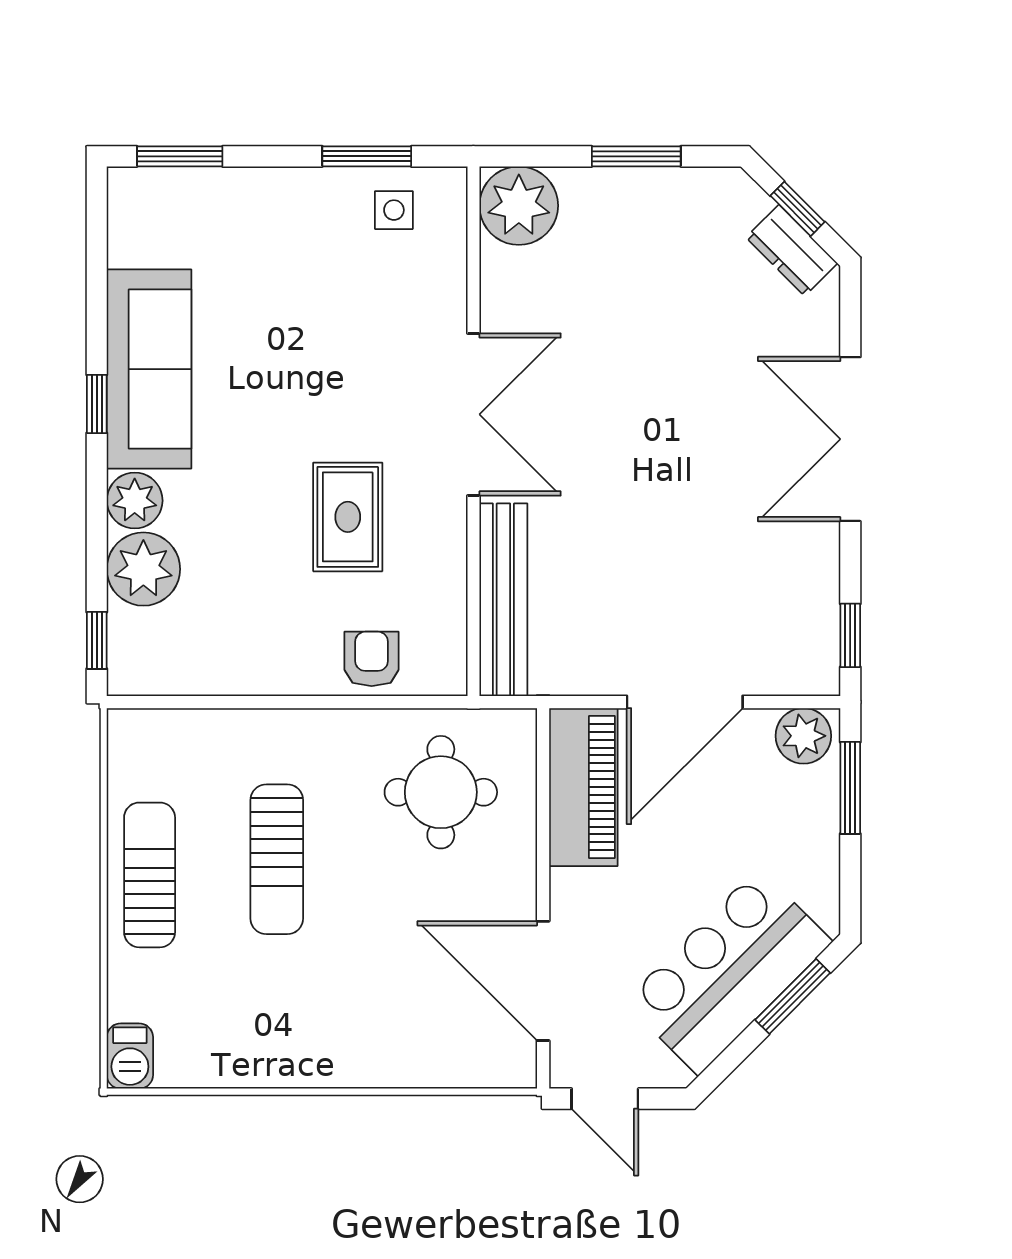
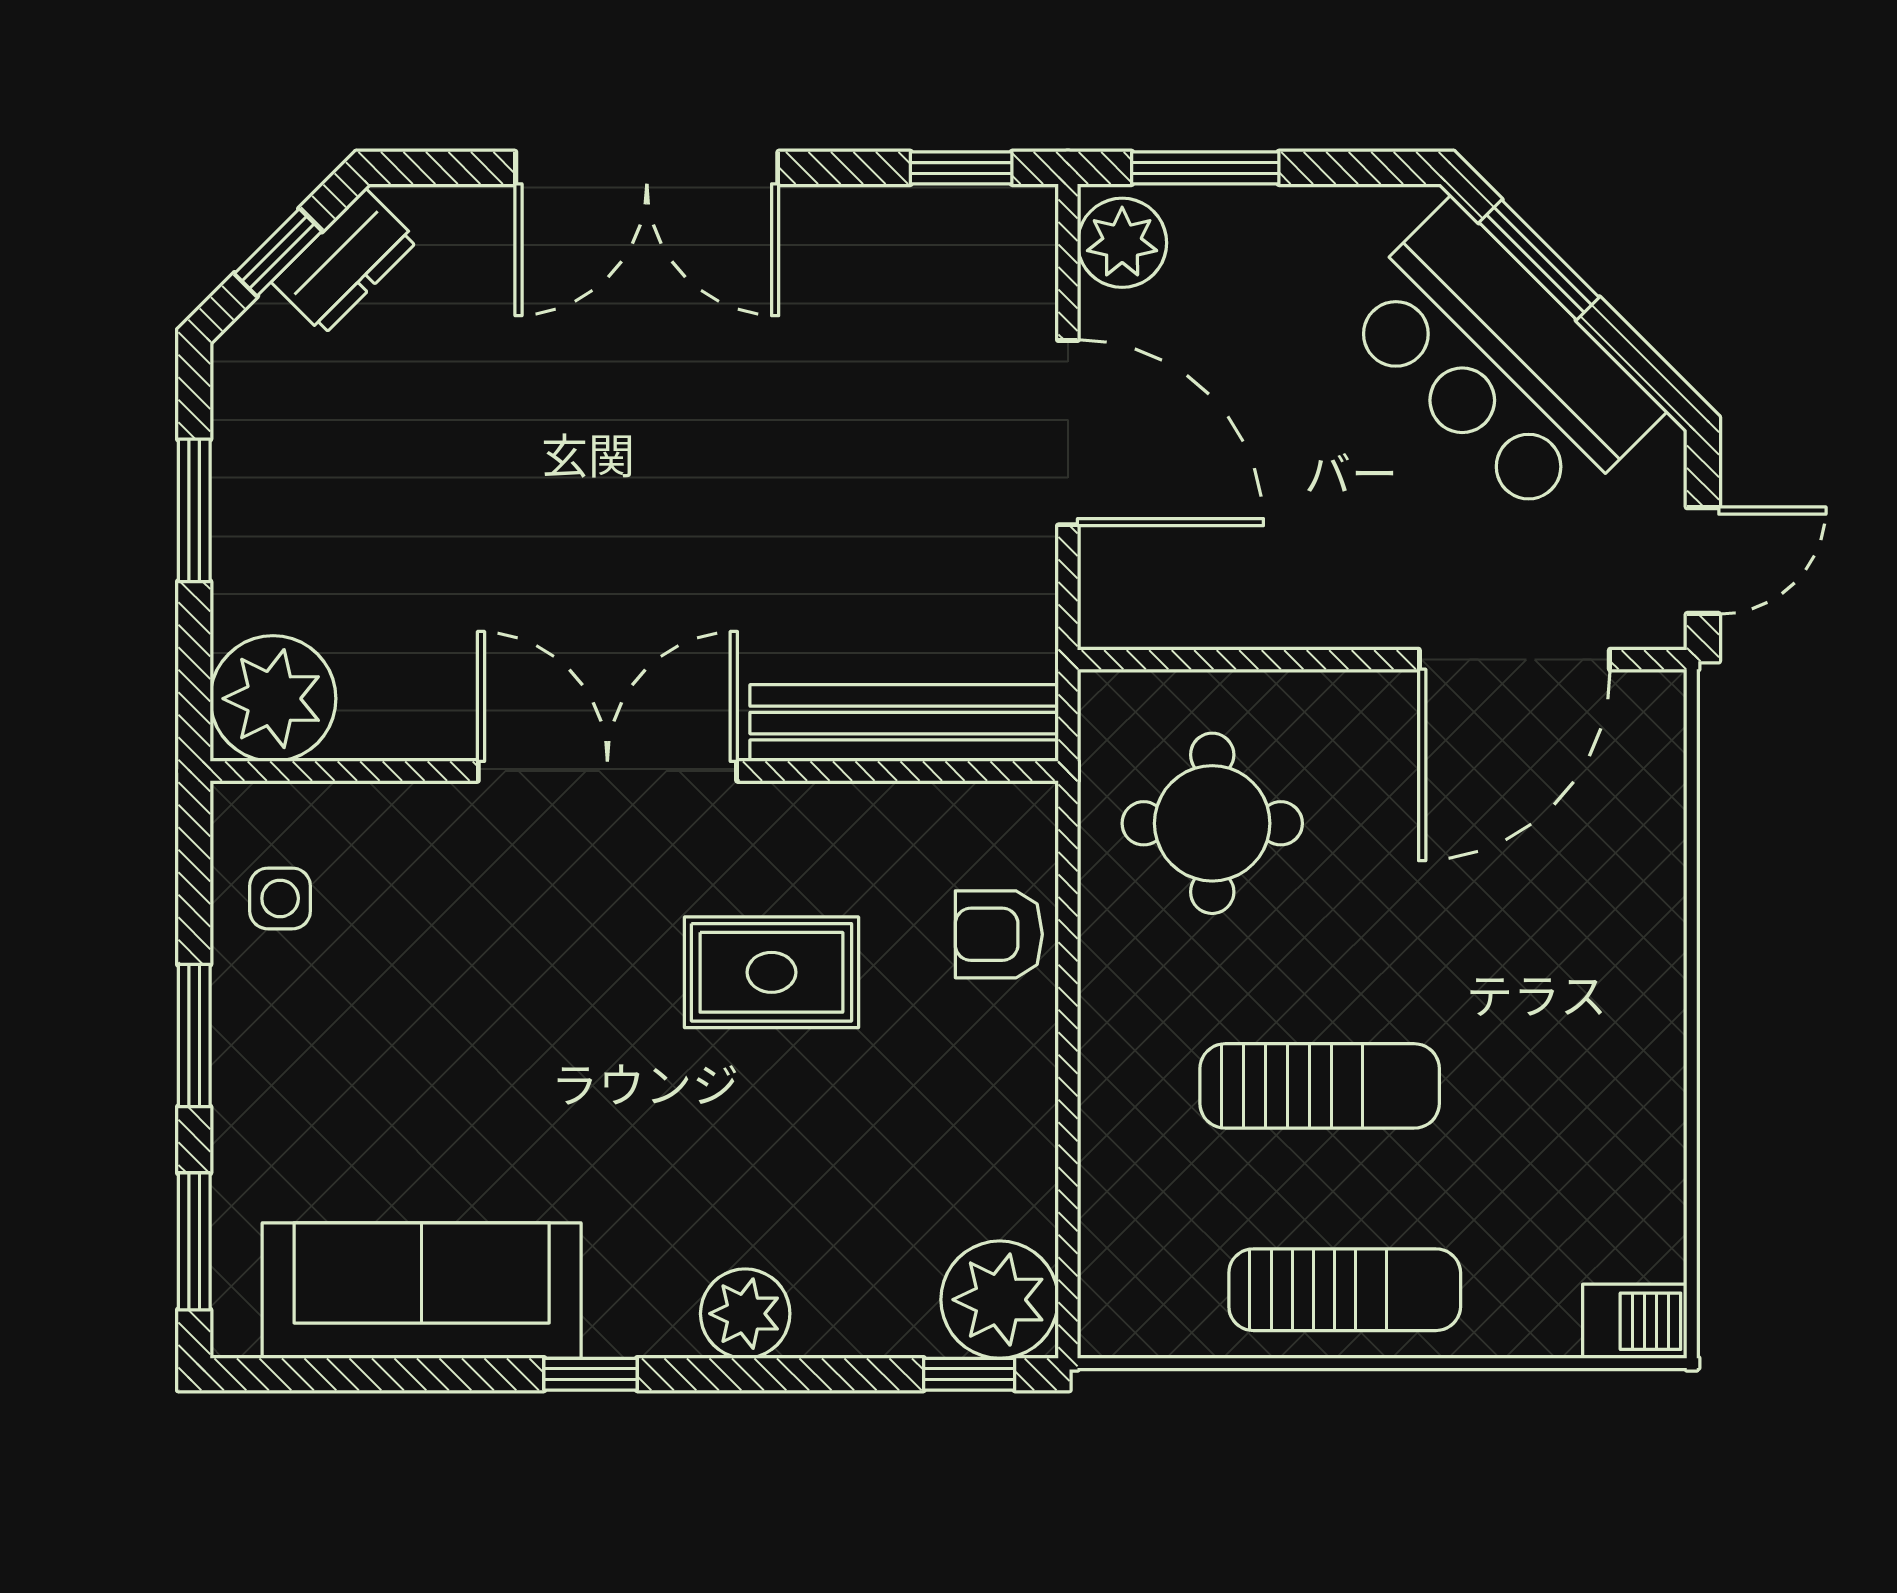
window: (367, 156) -> (194, 1036), moved
sofa: (149, 369) -> (422, 1291), moved
plant: (143, 569) -> (1000, 1300), moved
piano: (583, 787) -> (1204, 595), removed
sun lounger: (150, 875) -> (1345, 1290), turned 180

